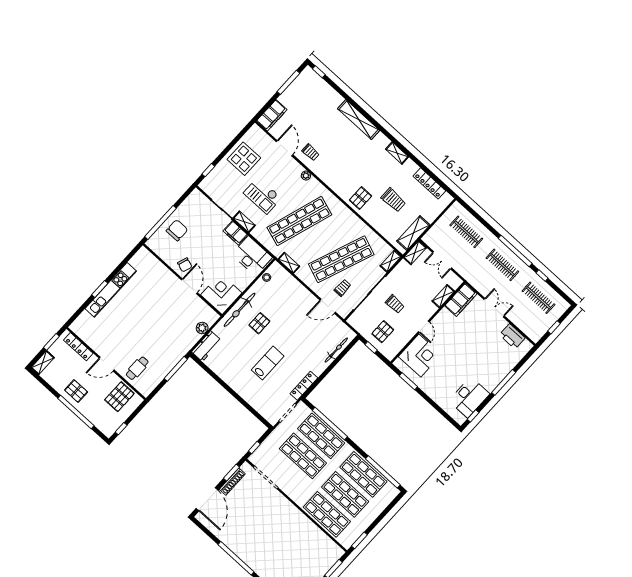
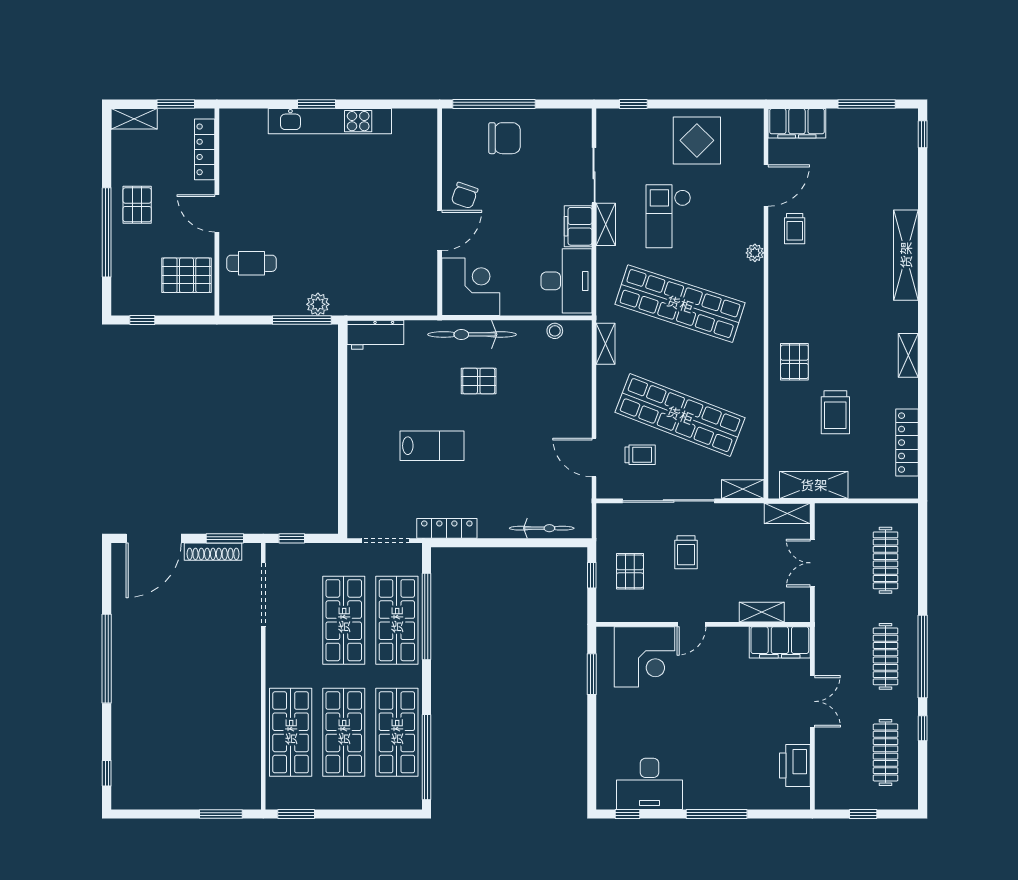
pallet: (360, 198) -> (794, 362), turned 90
plant: (202, 328) -> (318, 304), moved
pallet: (383, 332) -> (630, 571), turned 90

